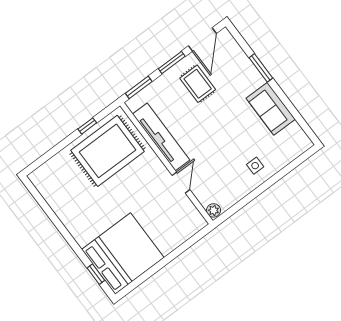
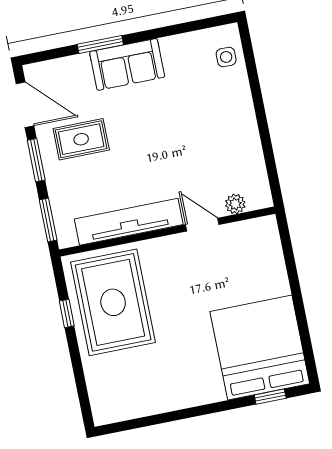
sofa: (271, 109) -> (127, 64), moved
side table: (255, 166) -> (226, 57), moved
plant: (214, 210) -> (235, 204), moved

